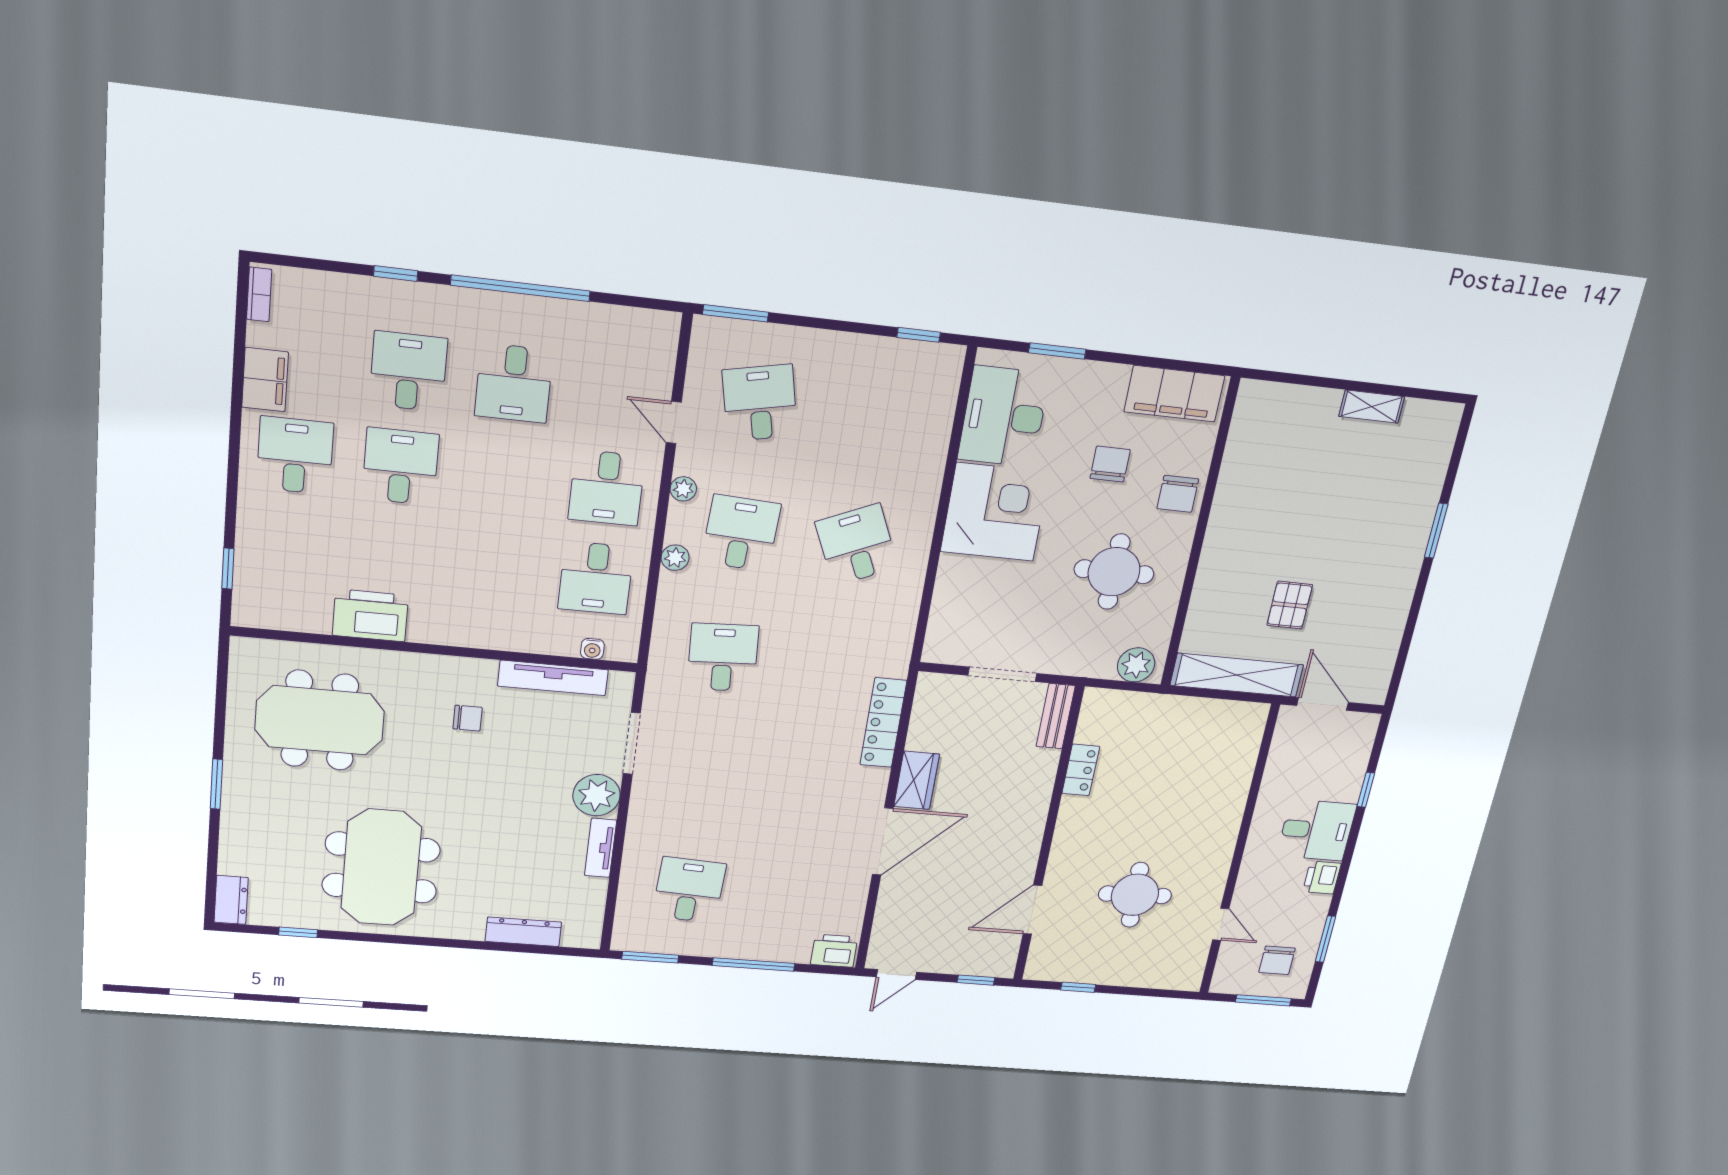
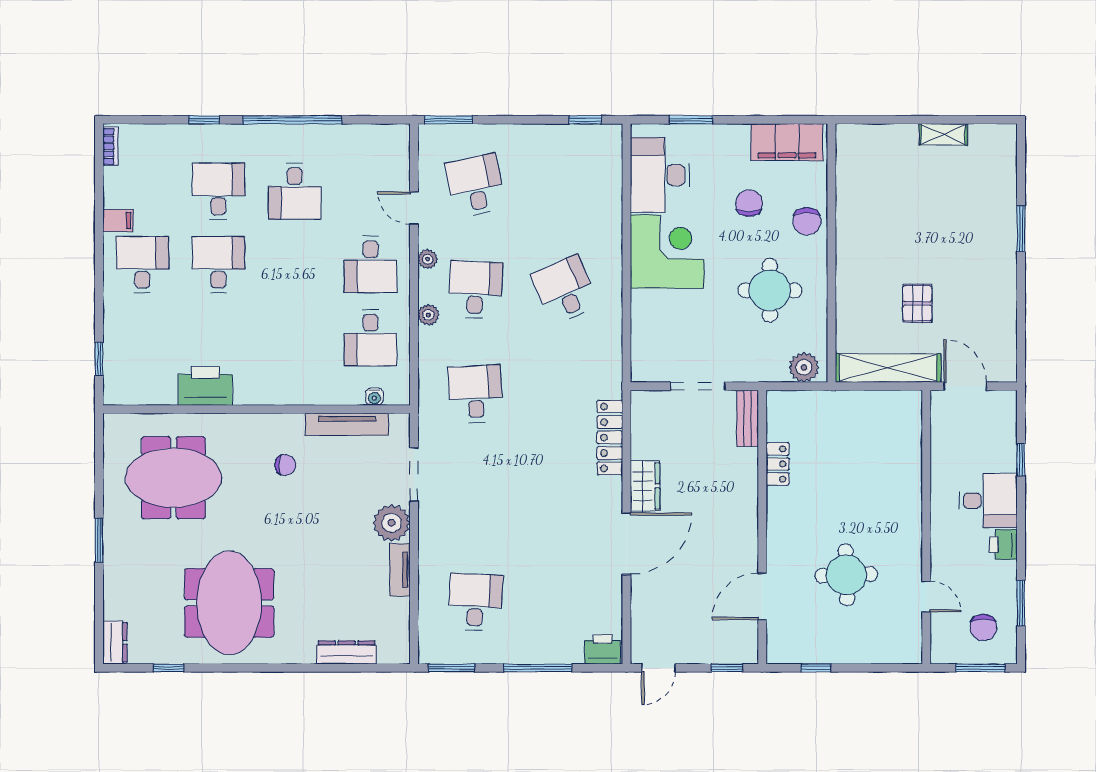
filing cabinet: (265, 380) -> (118, 220), width x0.50

